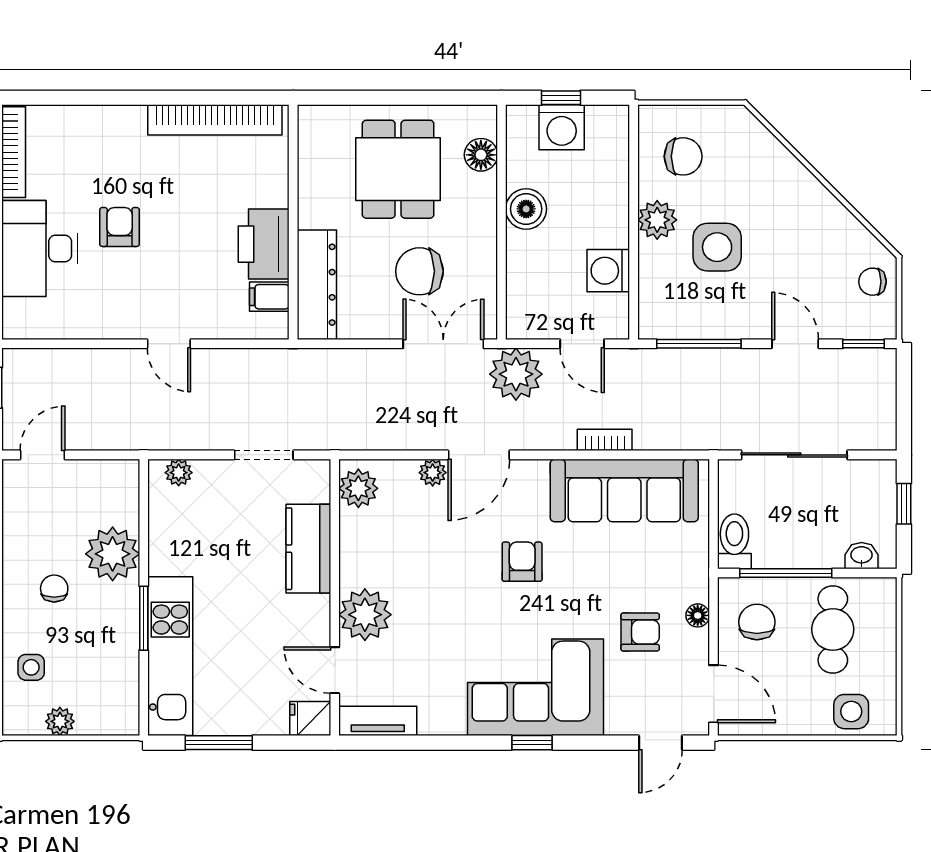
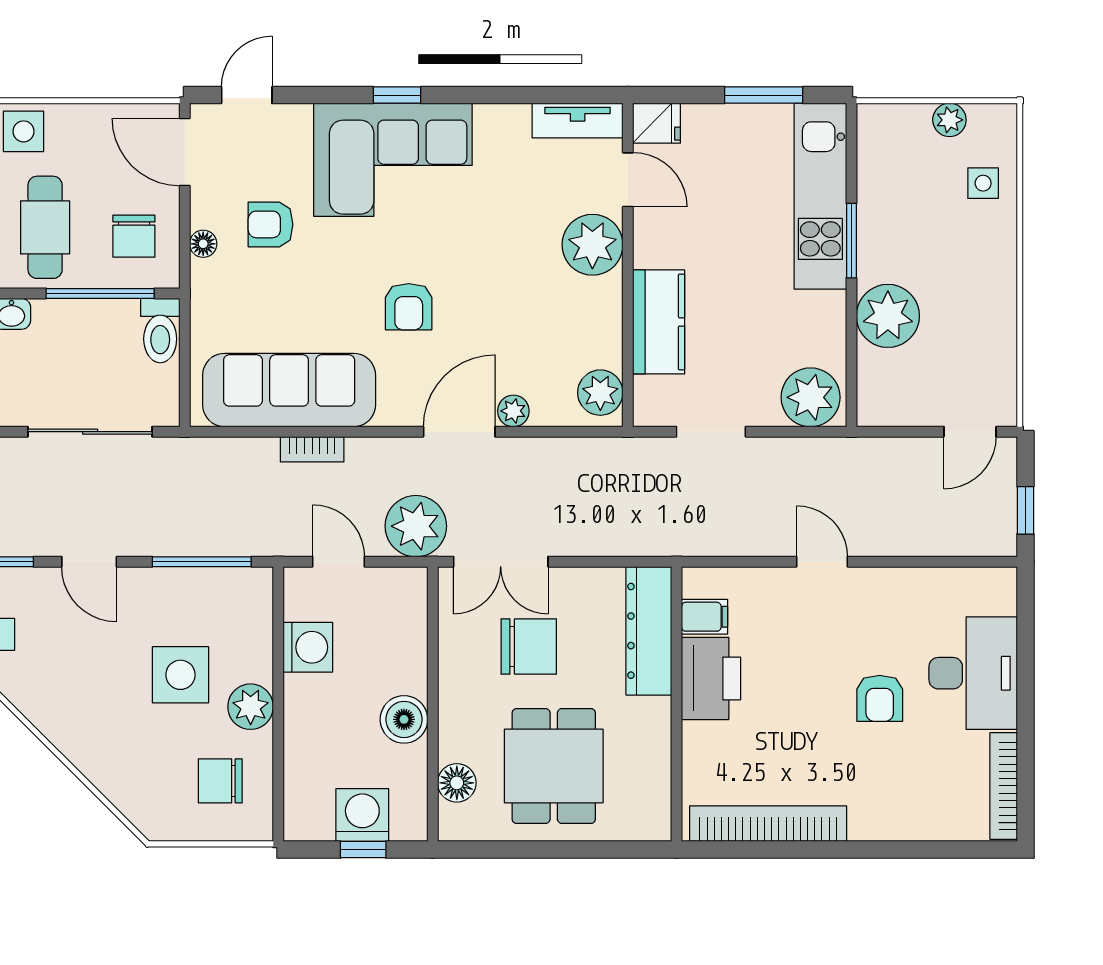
plant: (179, 473) -> (811, 397), width x1.88, depth x1.88
chair: (54, 588) -> (956, 275), removed

